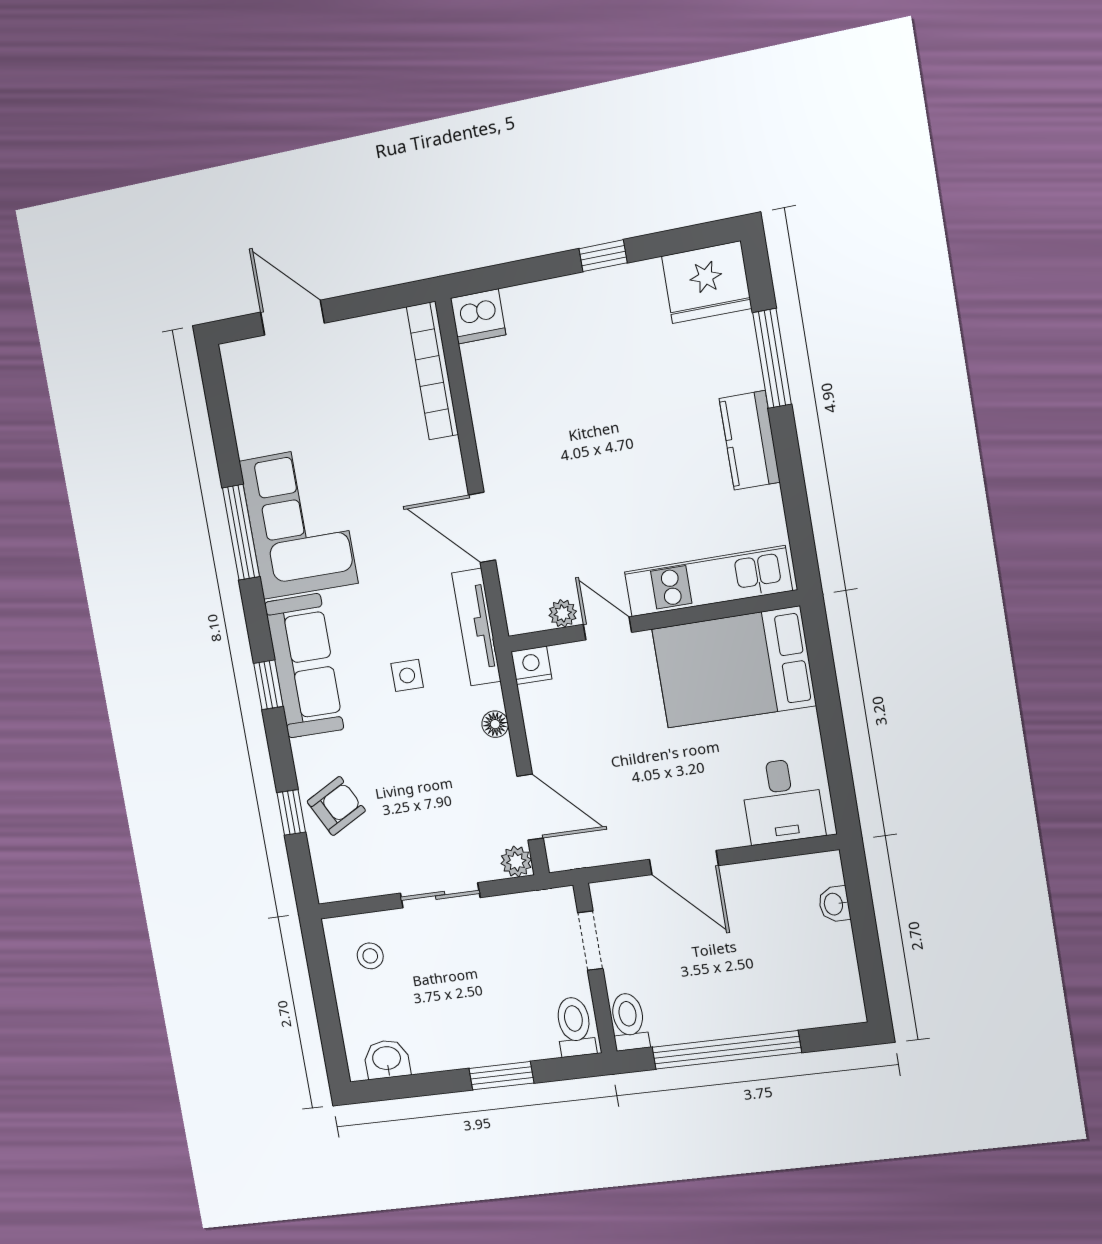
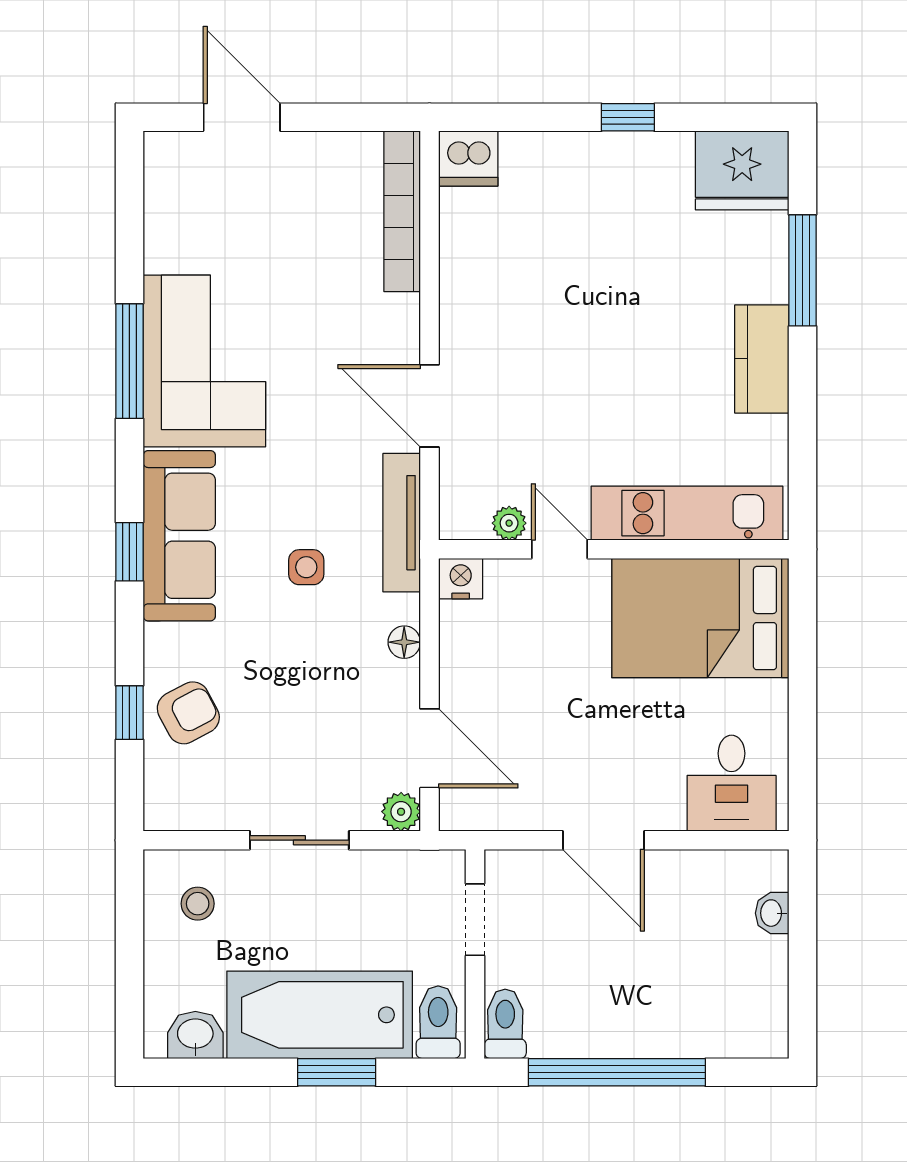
bathtub: (480, 1032) -> (320, 1015), added

